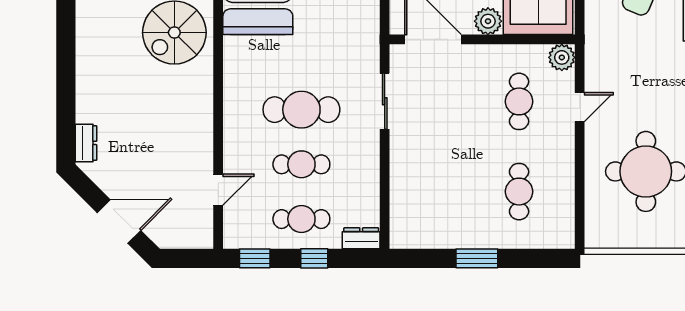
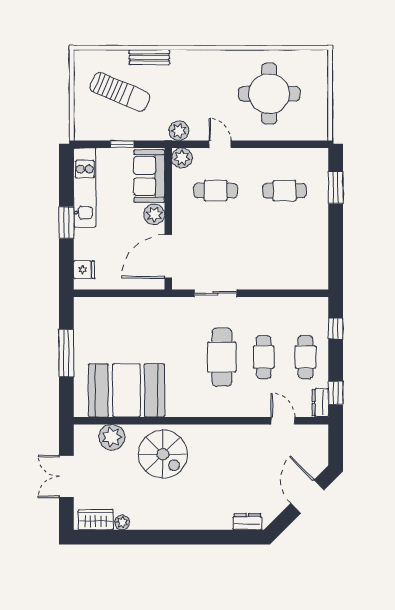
plant: (597, 53) -> (179, 131), added
dresser: (361, 238) -> (320, 403), moved
window: (314, 258) -> (336, 328), moved
window: (477, 258) -> (336, 187), moved

